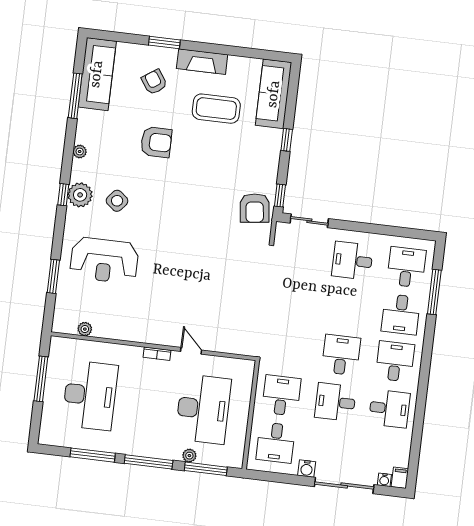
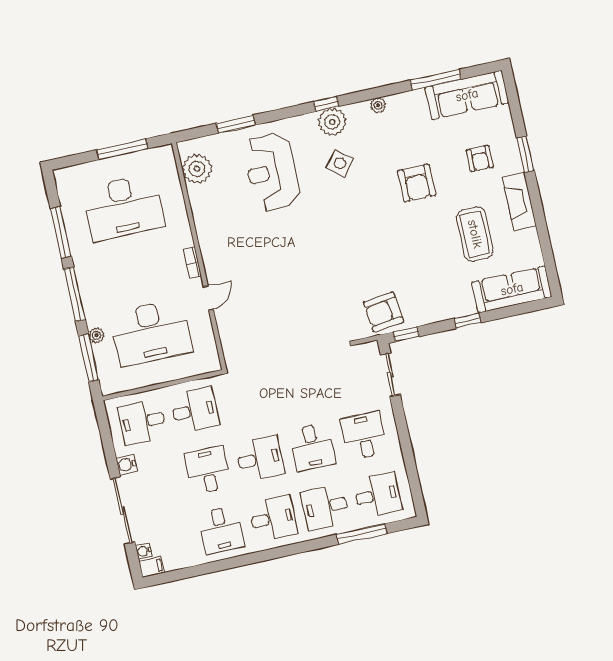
armchair: (154, 82) -> (480, 159), turned 124
desk: (347, 308) -> (312, 447), added
plant: (85, 329) -> (197, 169), width x1.88, depth x1.88

